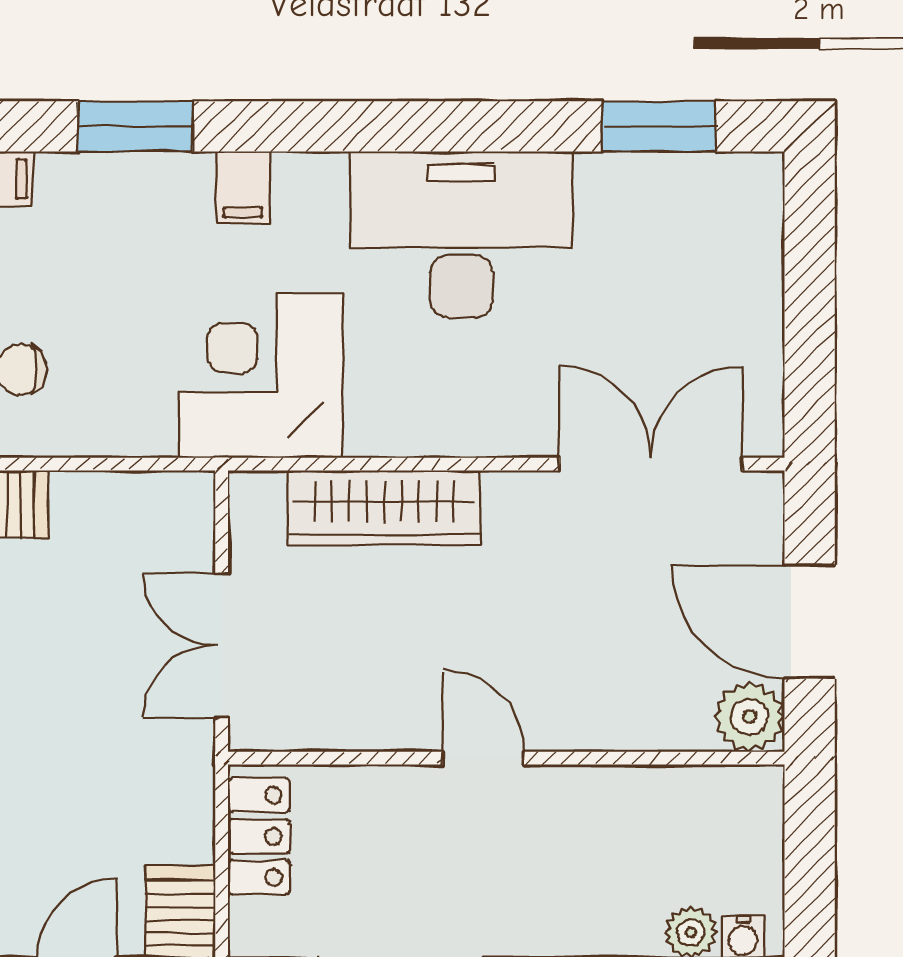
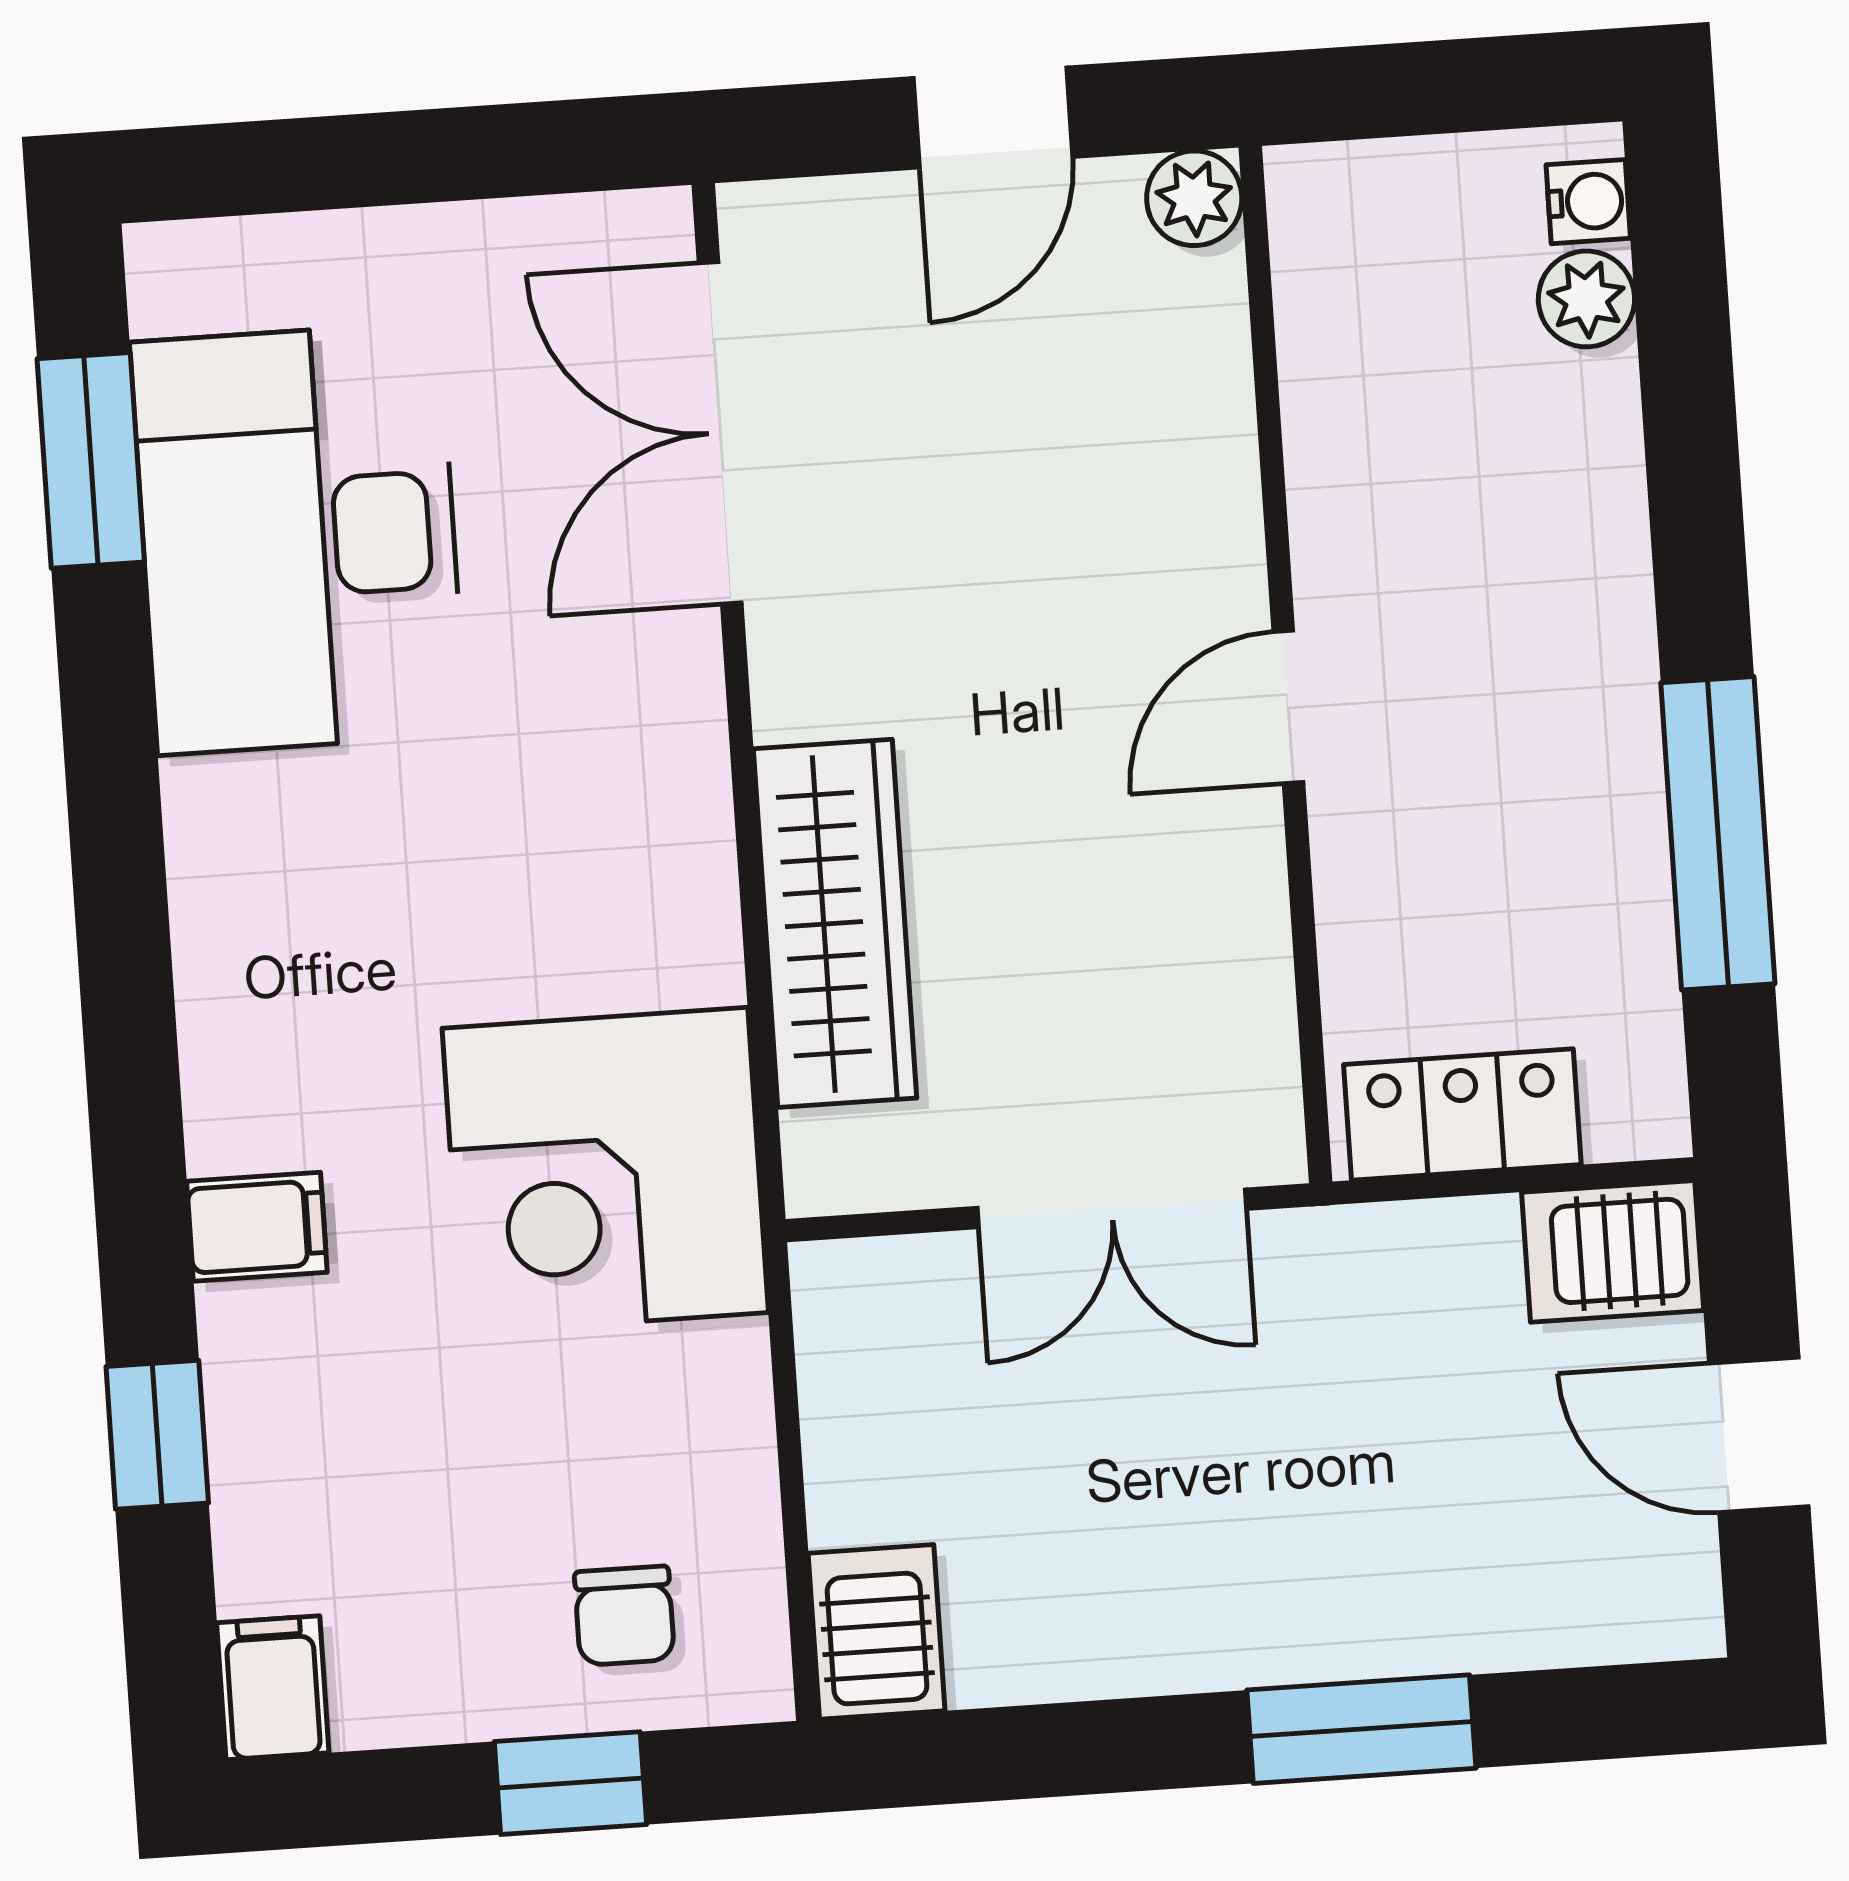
window: (135, 126) -> (157, 1435), width x0.67
desk: (461, 235) -> (298, 538), moved
door: (810, 622) -> (993, 118), width x0.73
plant: (749, 717) -> (1194, 198), width x0.73, depth x0.73

